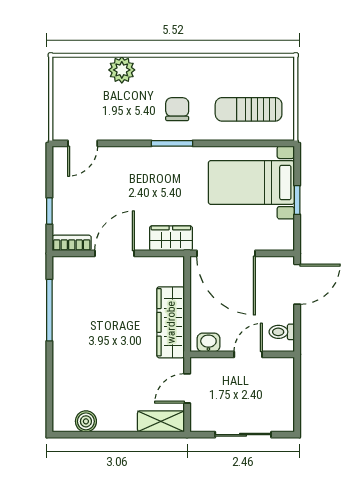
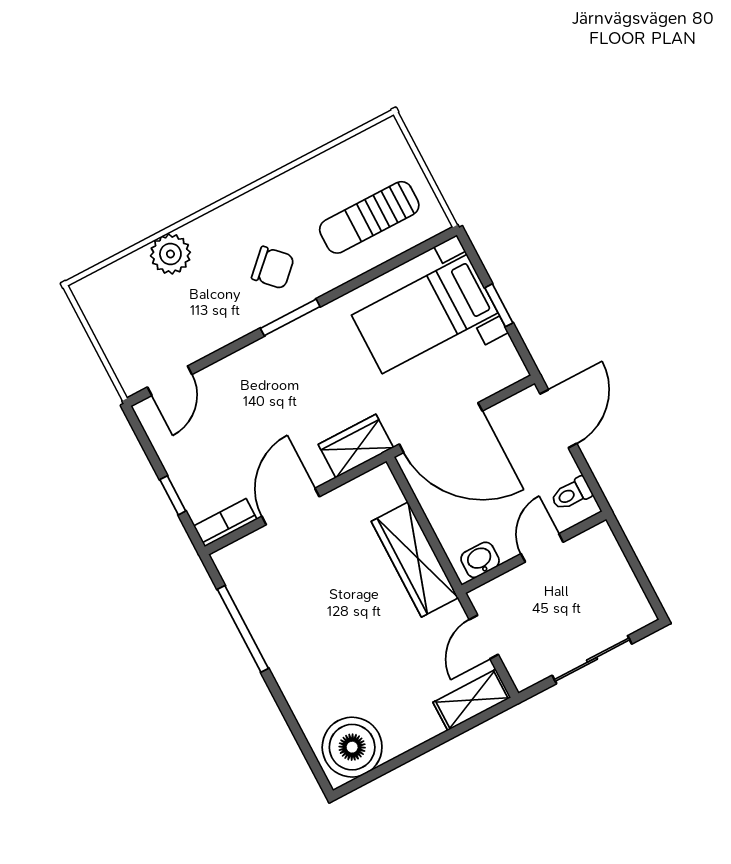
chair: (177, 109) -> (273, 268), turned 136
boiler: (86, 421) -> (352, 747), width x1.86, depth x1.86

